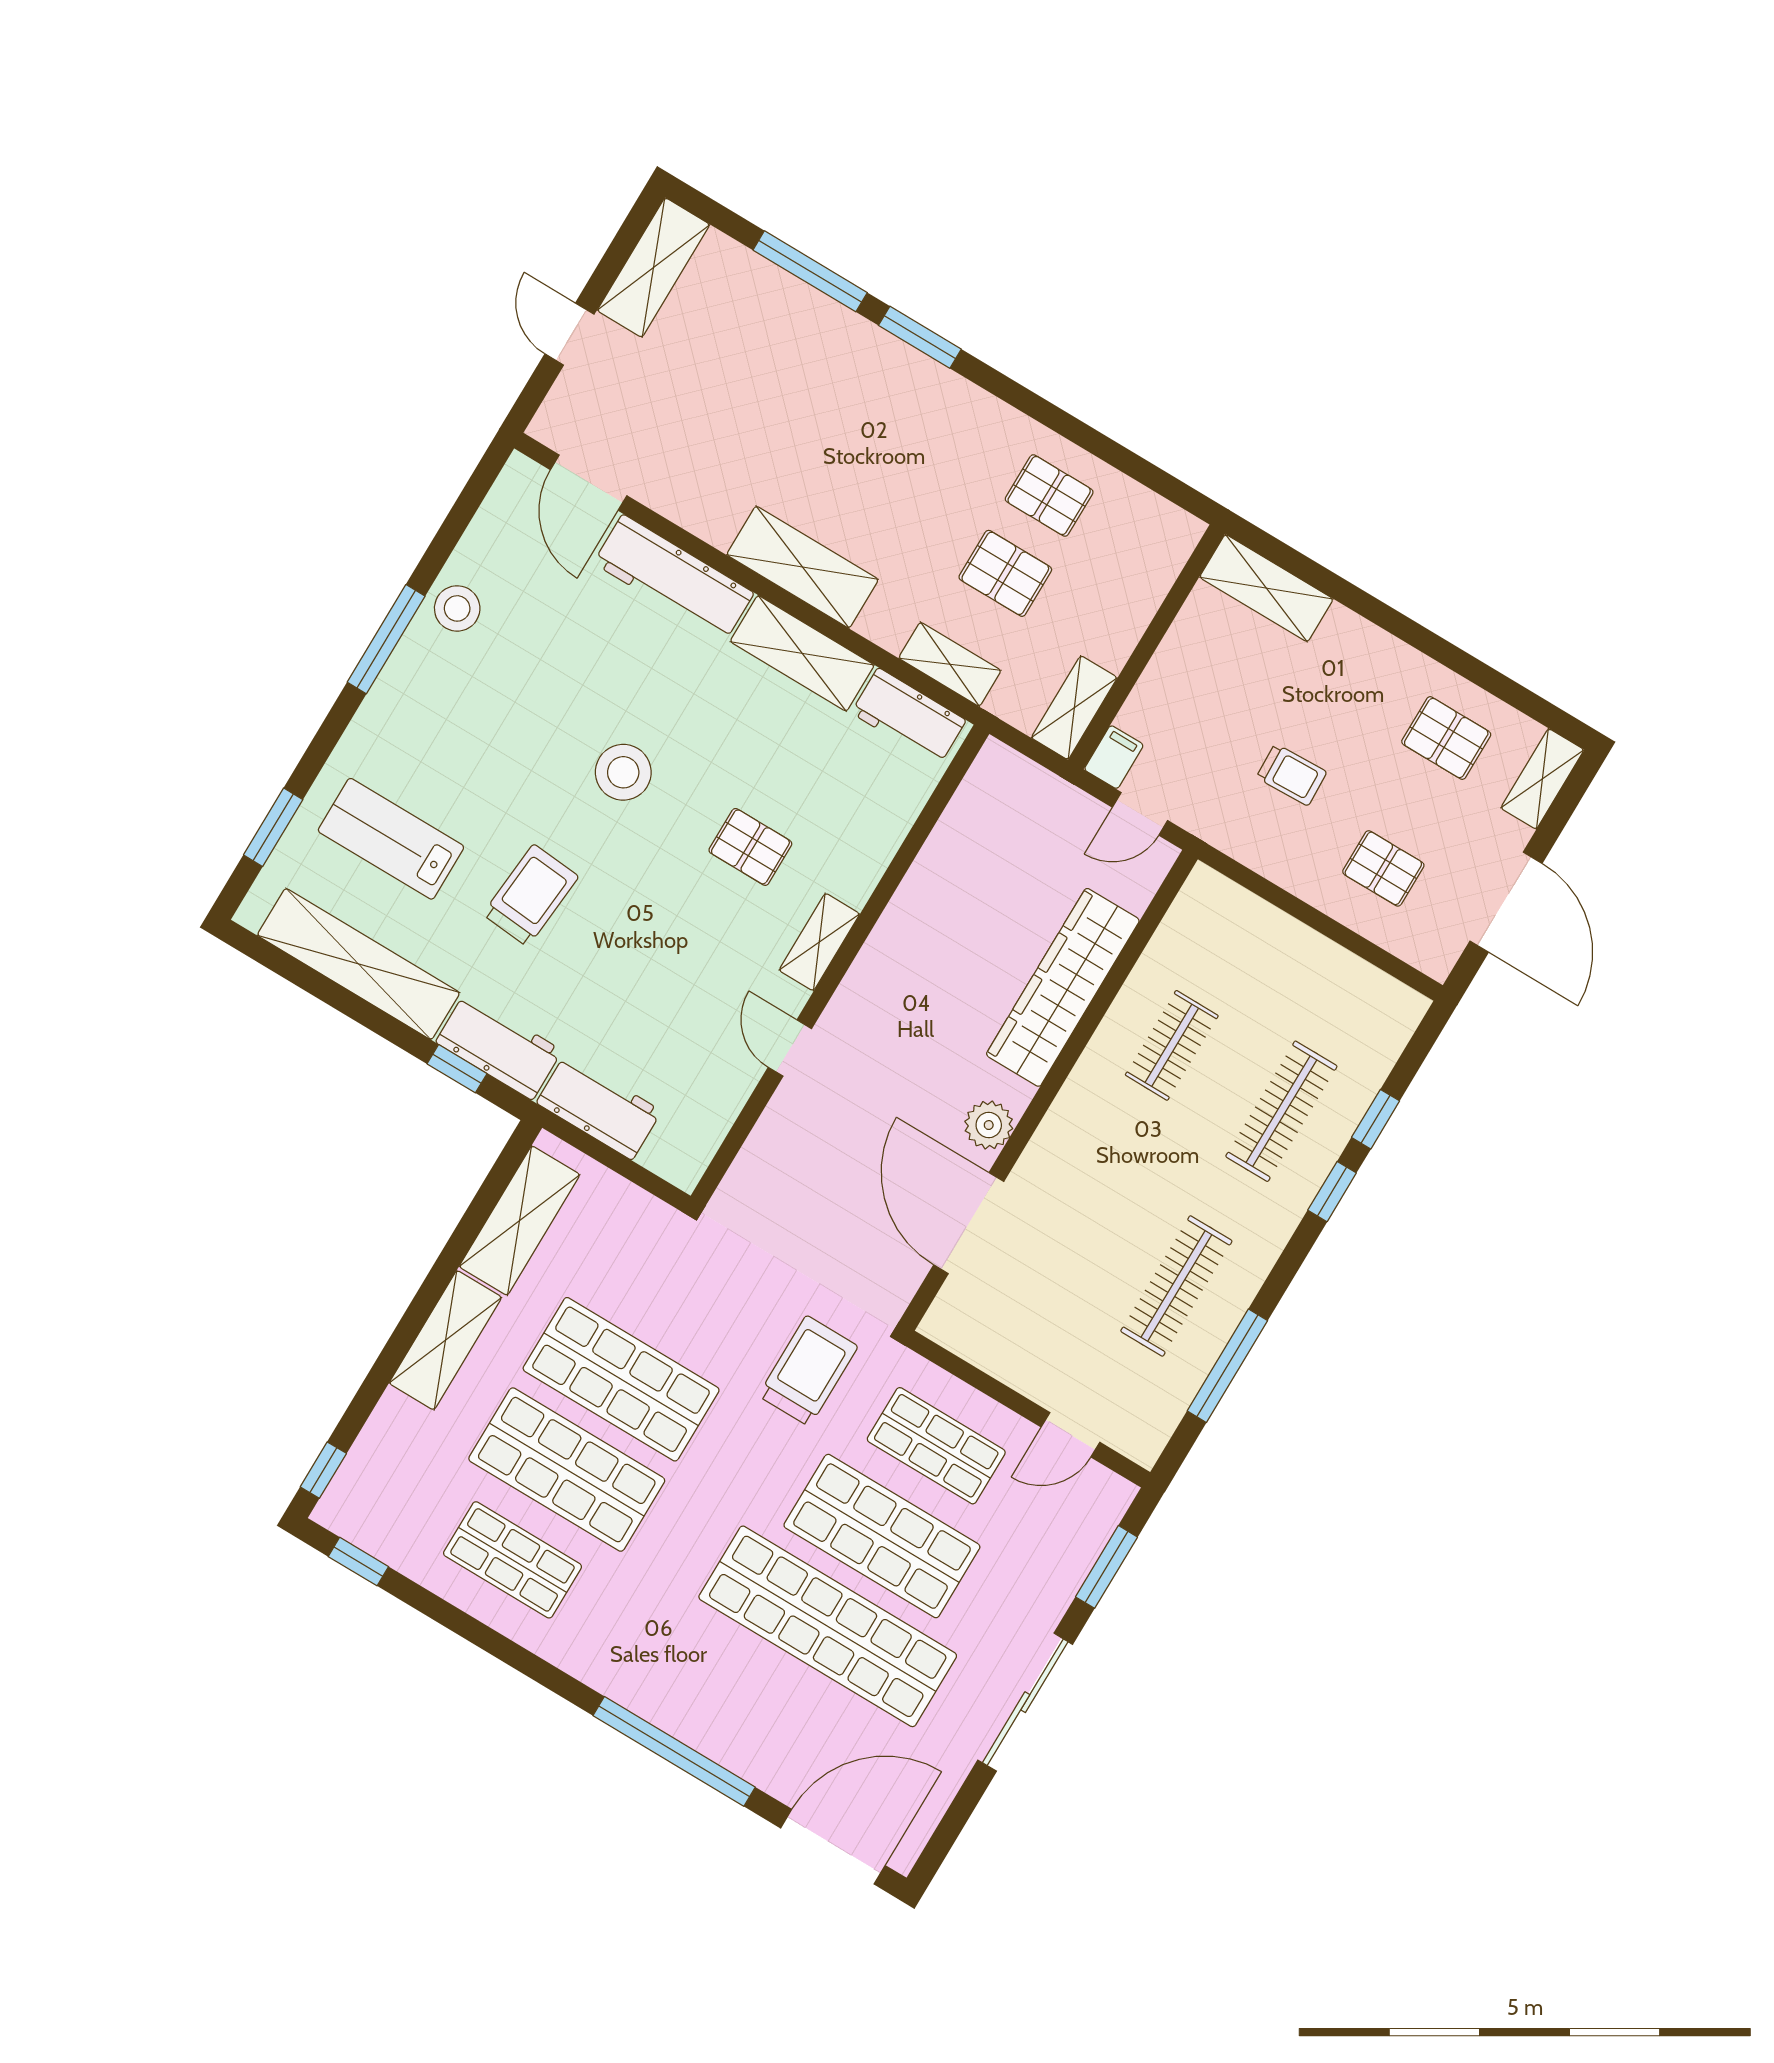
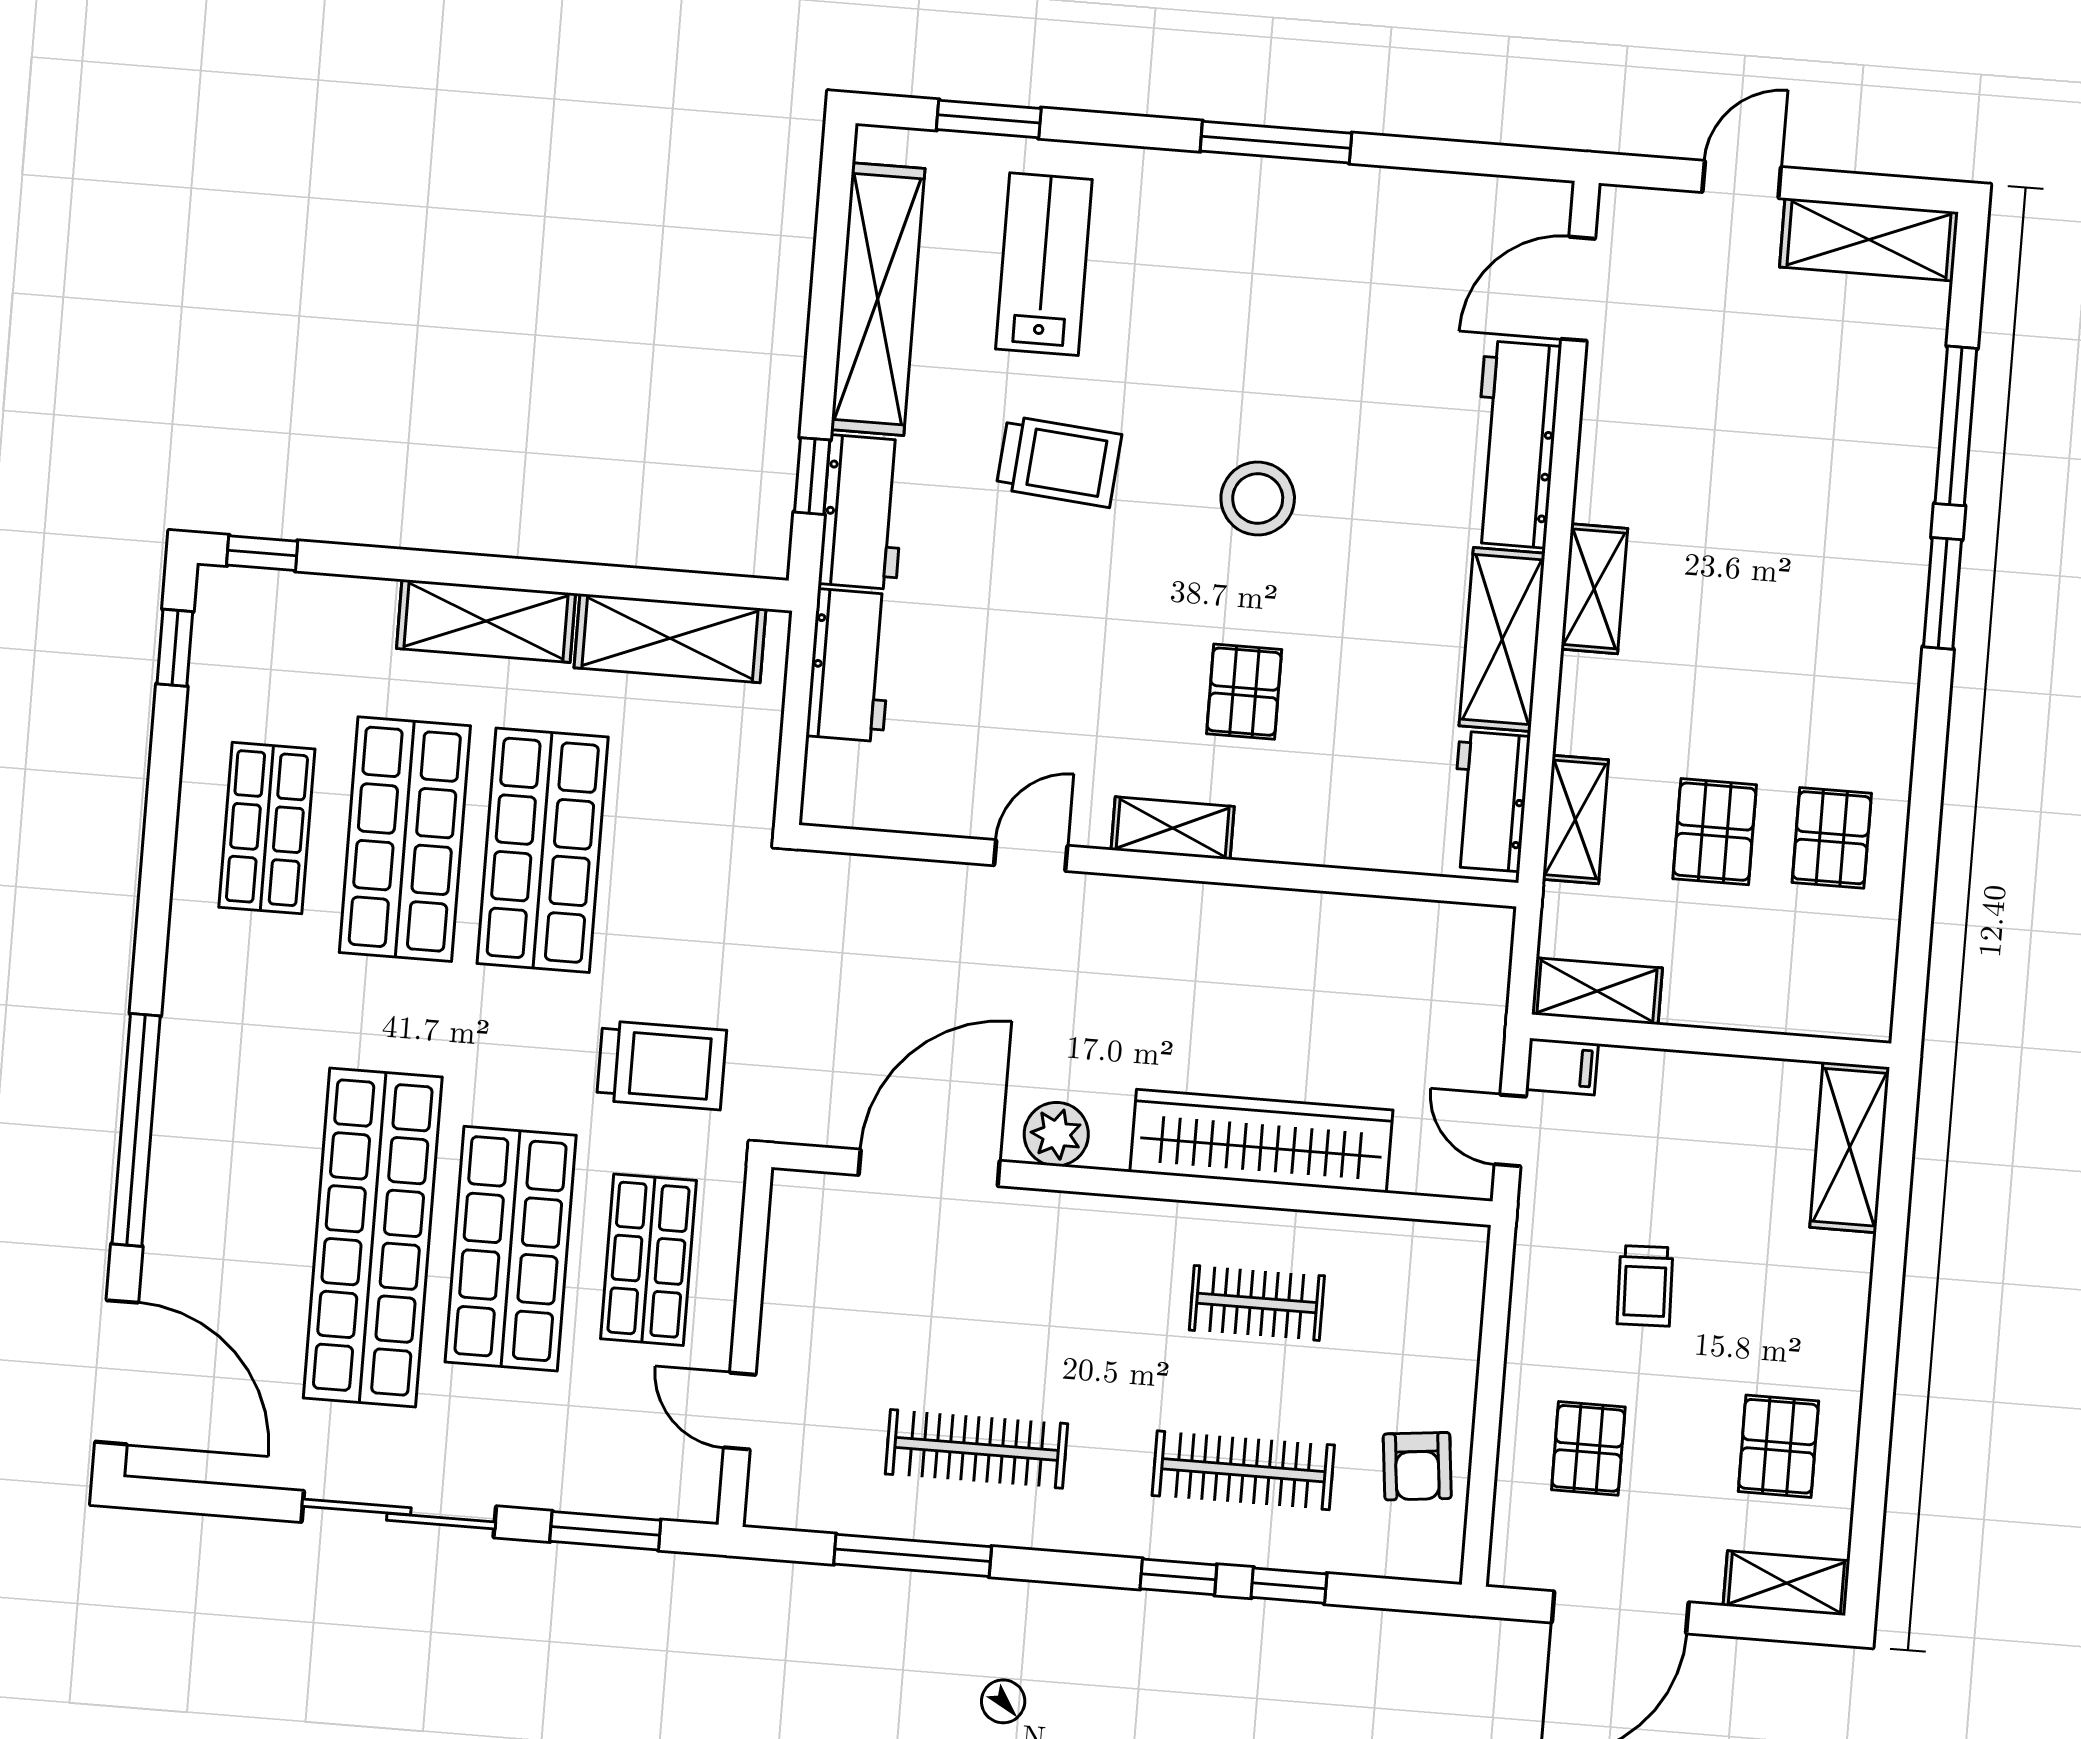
shelving: (802, 567) -> (1594, 589), width x0.67, depth x0.75
stool: (457, 608) -> (1353, 208), removed
armchair: (1338, 991) -> (1417, 1466), added

